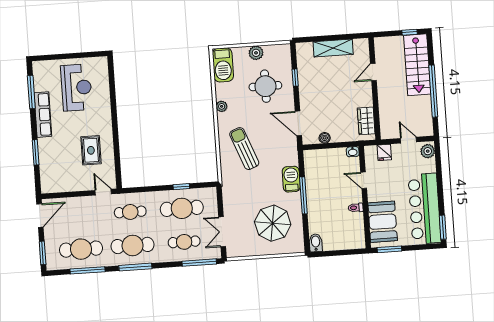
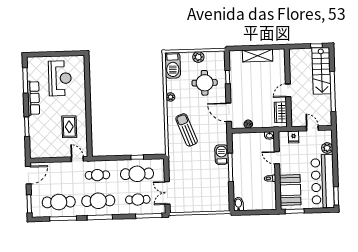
door: (373, 72) -> (288, 90), moved
plant: (428, 151) -> (327, 148), moved
parasol: (273, 223) -> (206, 188), removed

